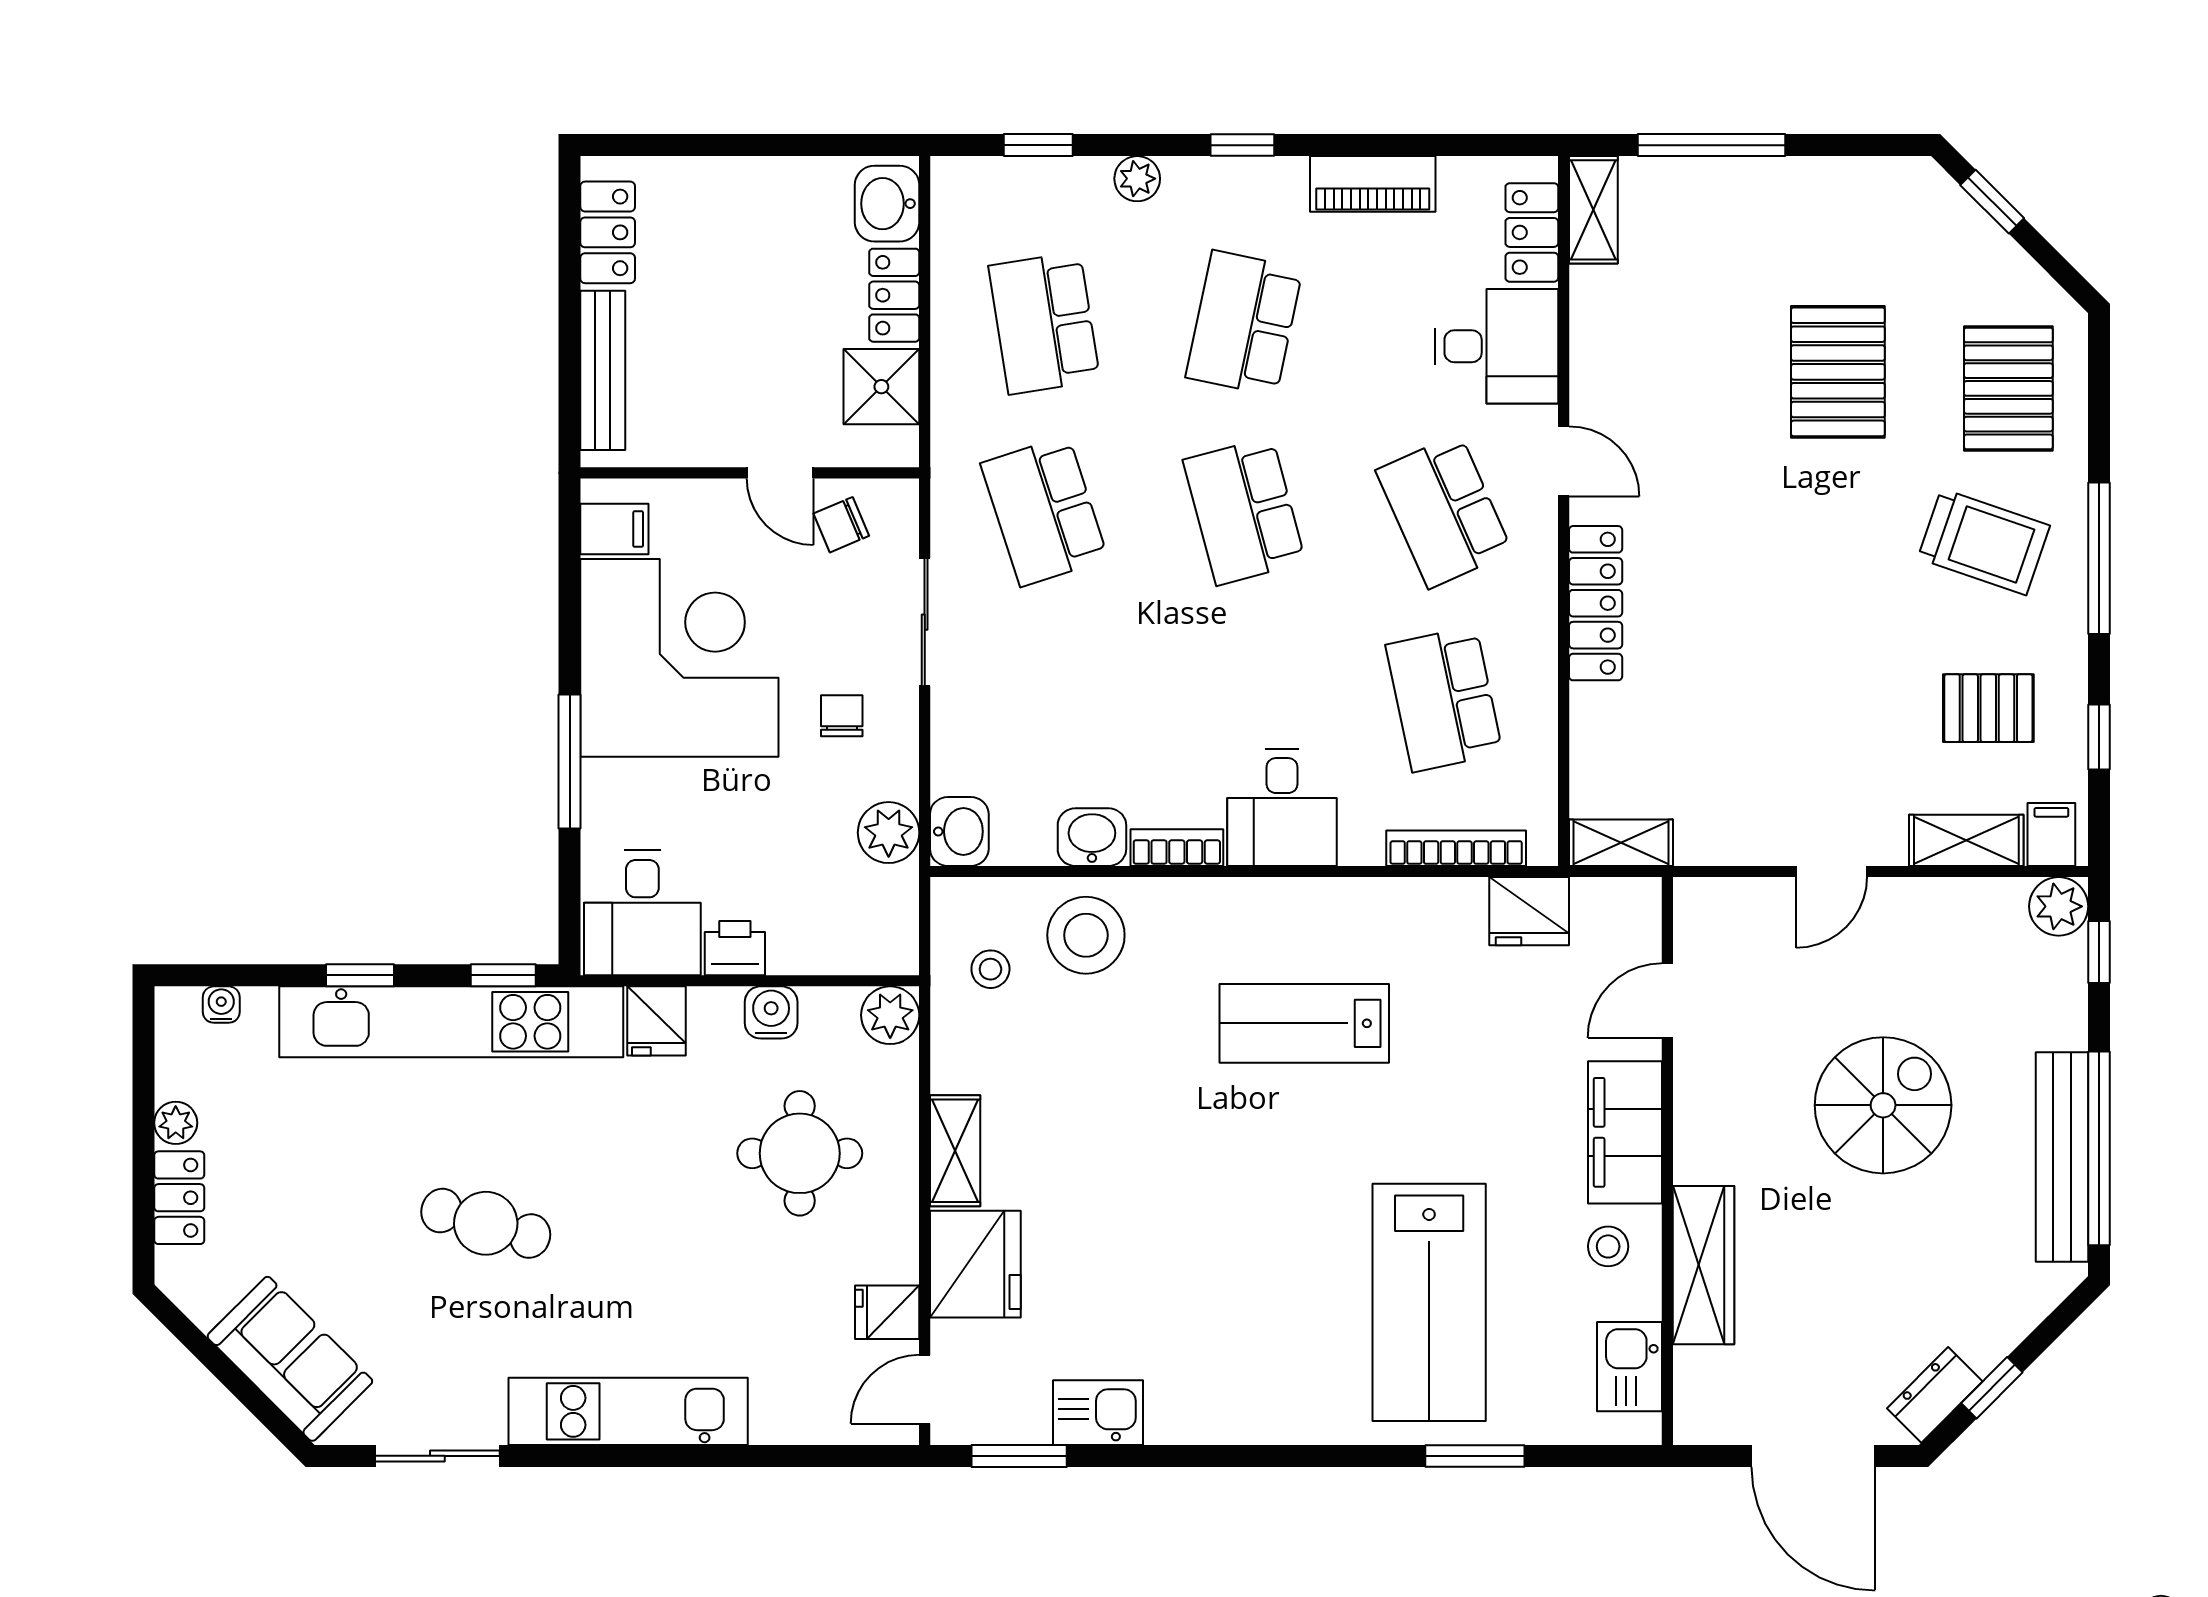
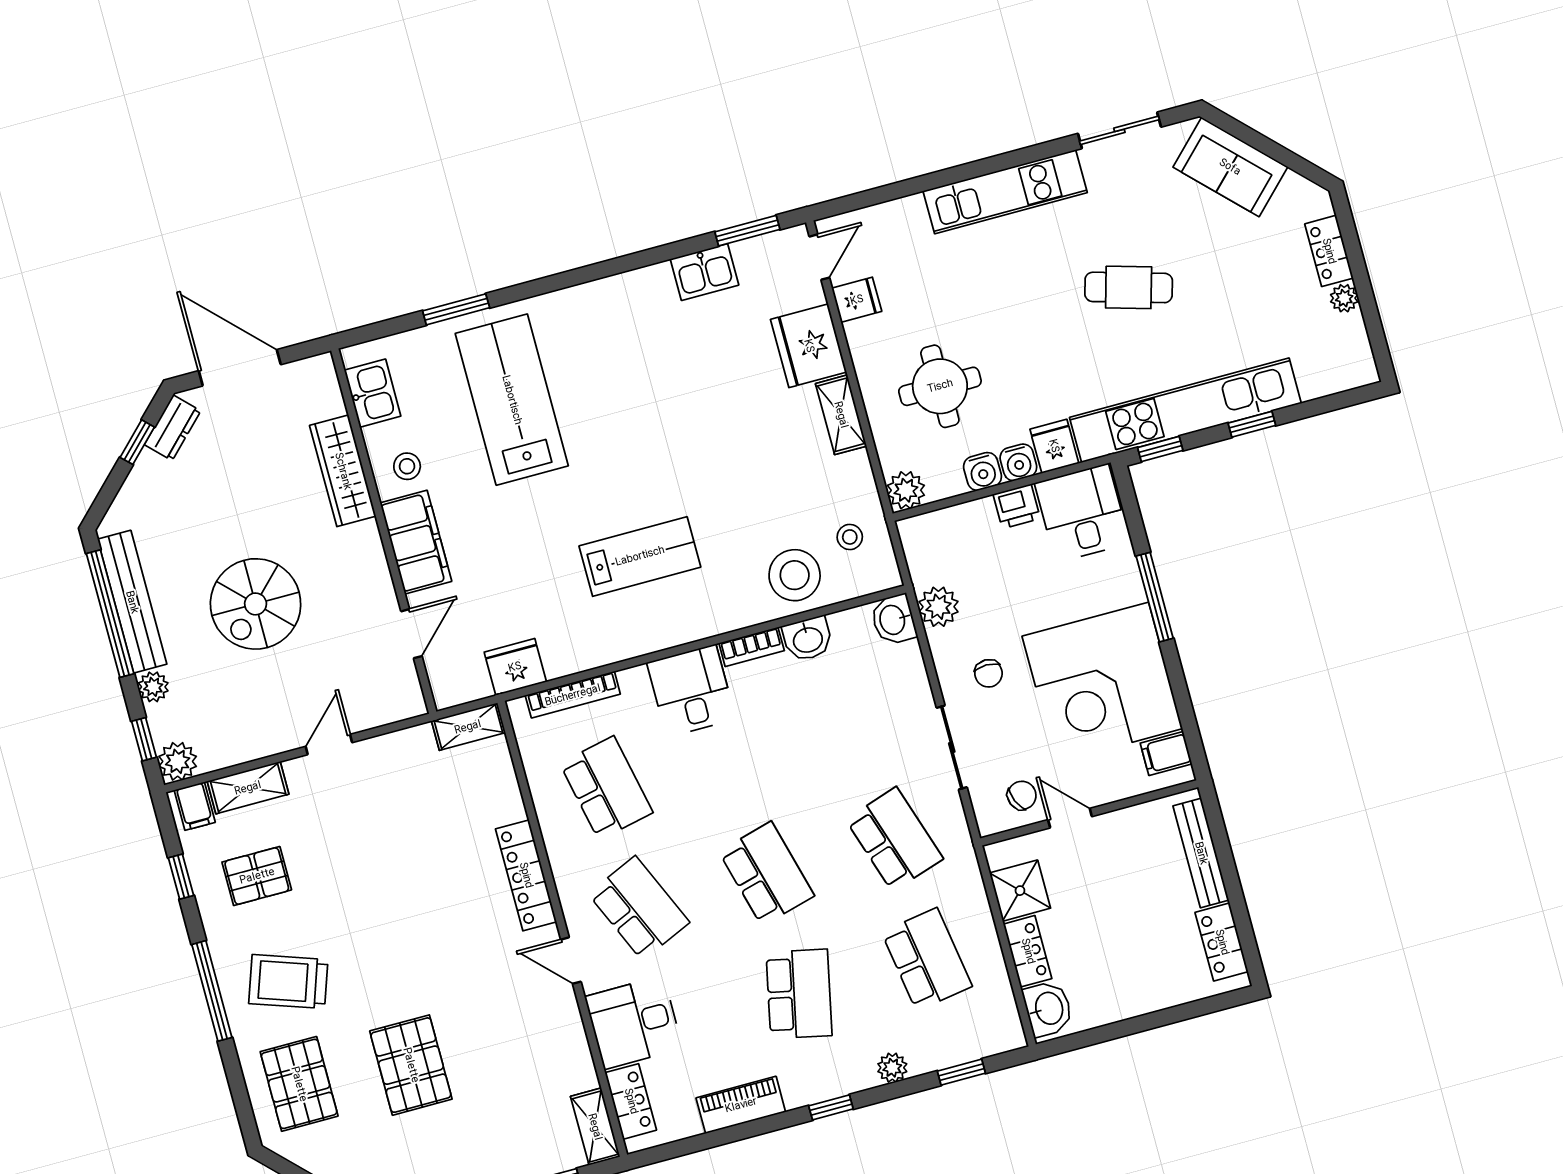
water cooler: (221, 1005) -> (1018, 462), moved, width x1.38, depth x1.38
plant: (2065, 1025) -> (153, 687), added

